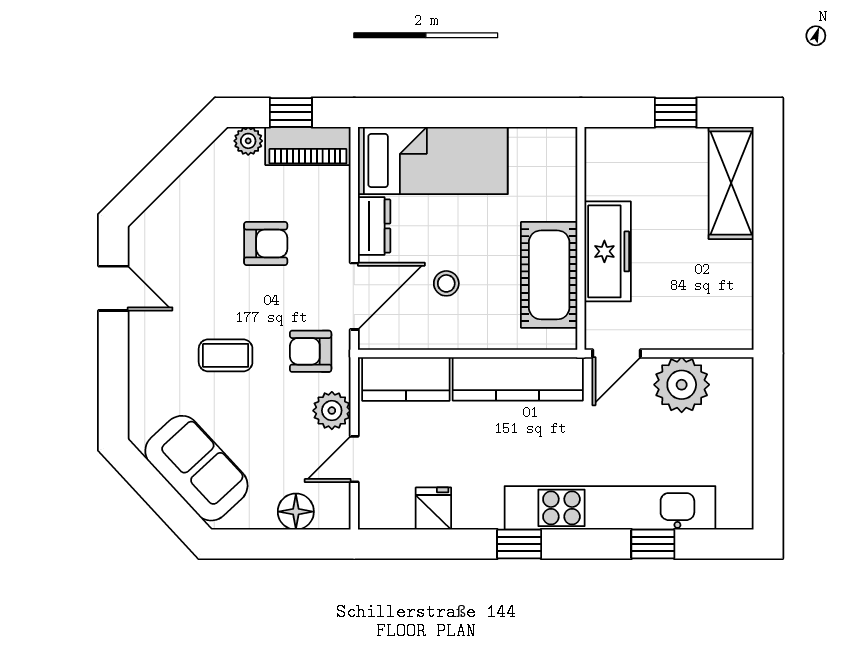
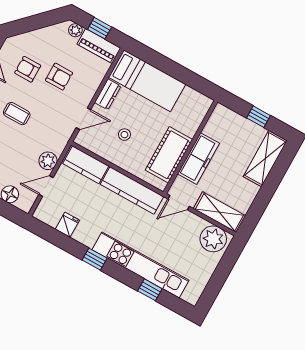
door: (354, 296) -> (84, 119), width x0.73
shelving: (702, 329) -> (219, 212), added
armchair: (311, 351) -> (28, 69), moved
plant: (682, 385) -> (213, 239), moved

